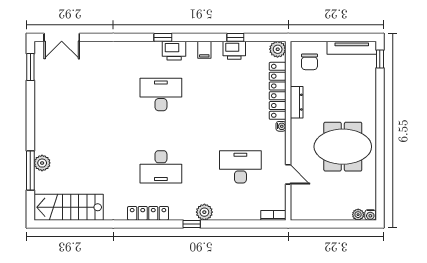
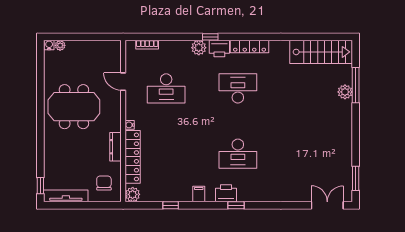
printer: (234, 50) -> (219, 49), moved, turned 180
bookcase: (273, 215) -> (147, 45), moved

